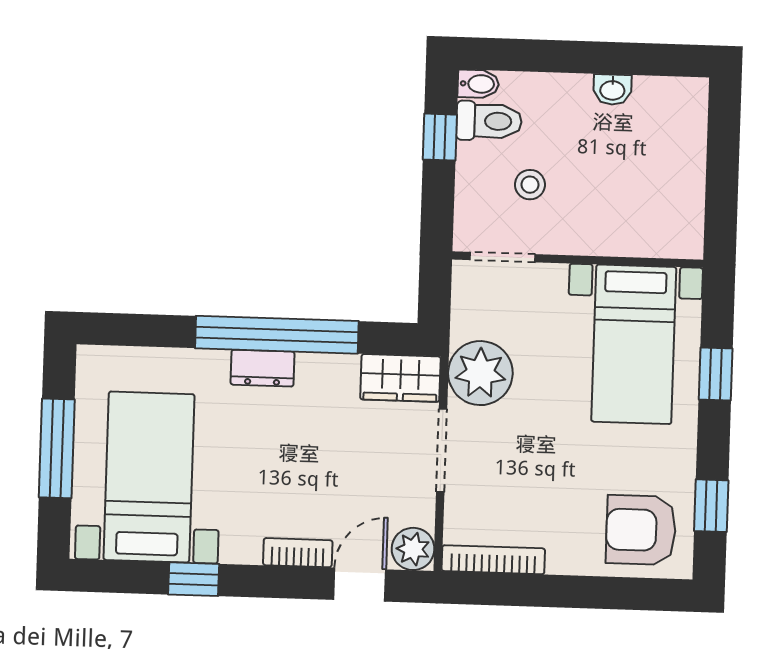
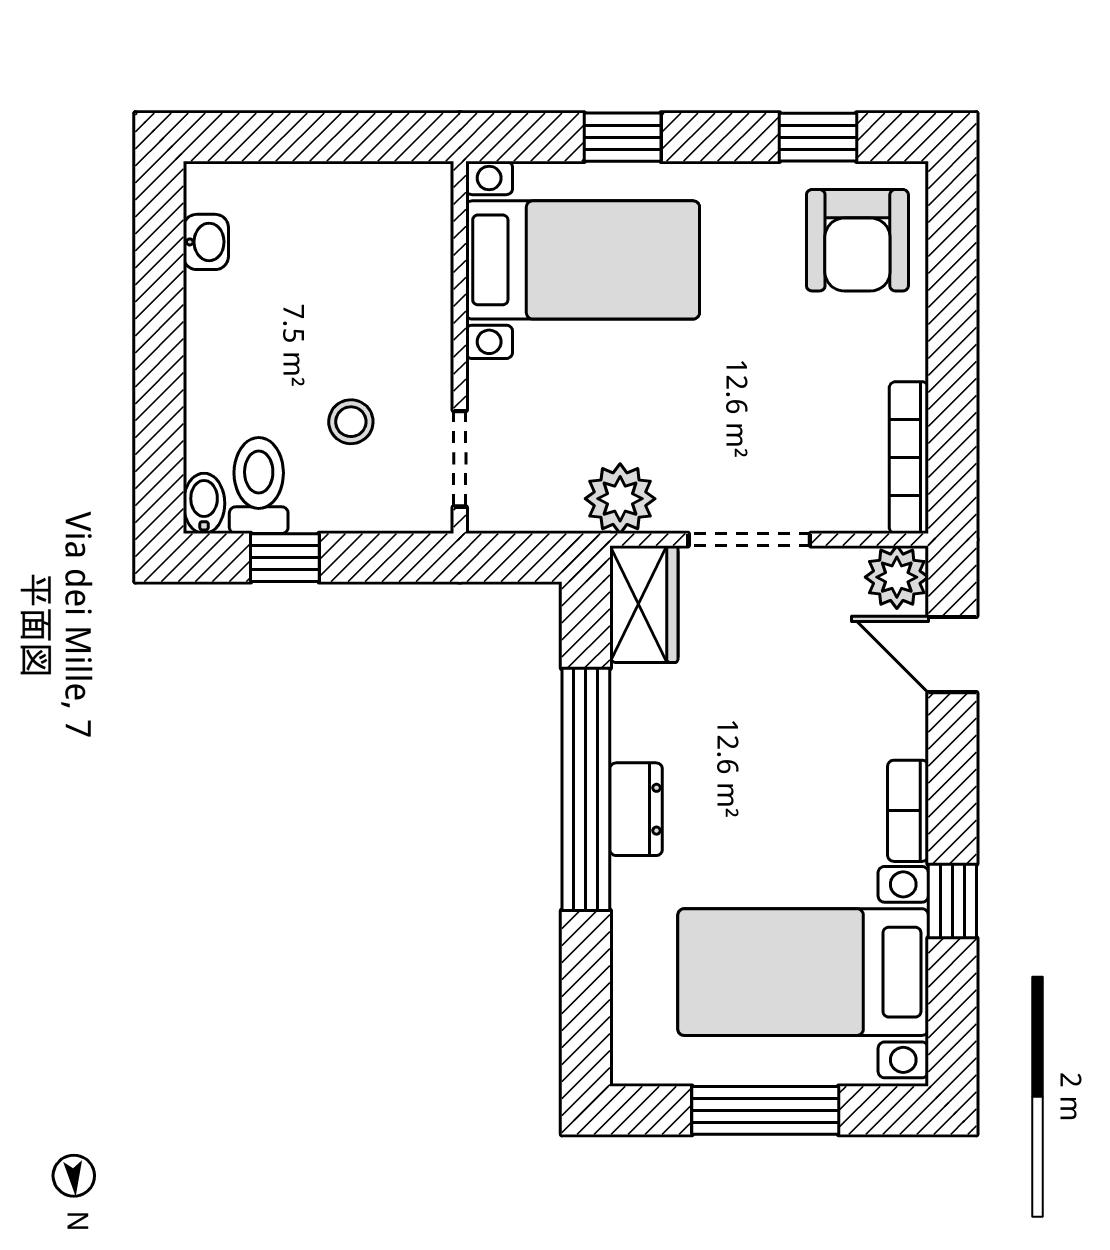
washbasin: (612, 90) -> (206, 242), moved
plant: (480, 373) -> (620, 499), width x0.73, depth x0.73
bookcase: (298, 553) -> (908, 811), moved

